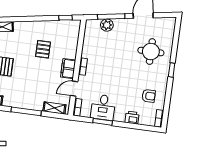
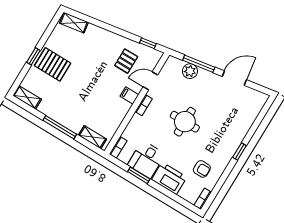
pallet: (43, 49) -> (126, 61), moved
round table: (151, 52) -> (185, 122), moved
filing cabinet: (68, 69) -> (129, 95), width x0.50
door: (74, 89) -> (150, 81), moved
printer: (132, 118) -> (169, 178), width x1.87, depth x1.48

